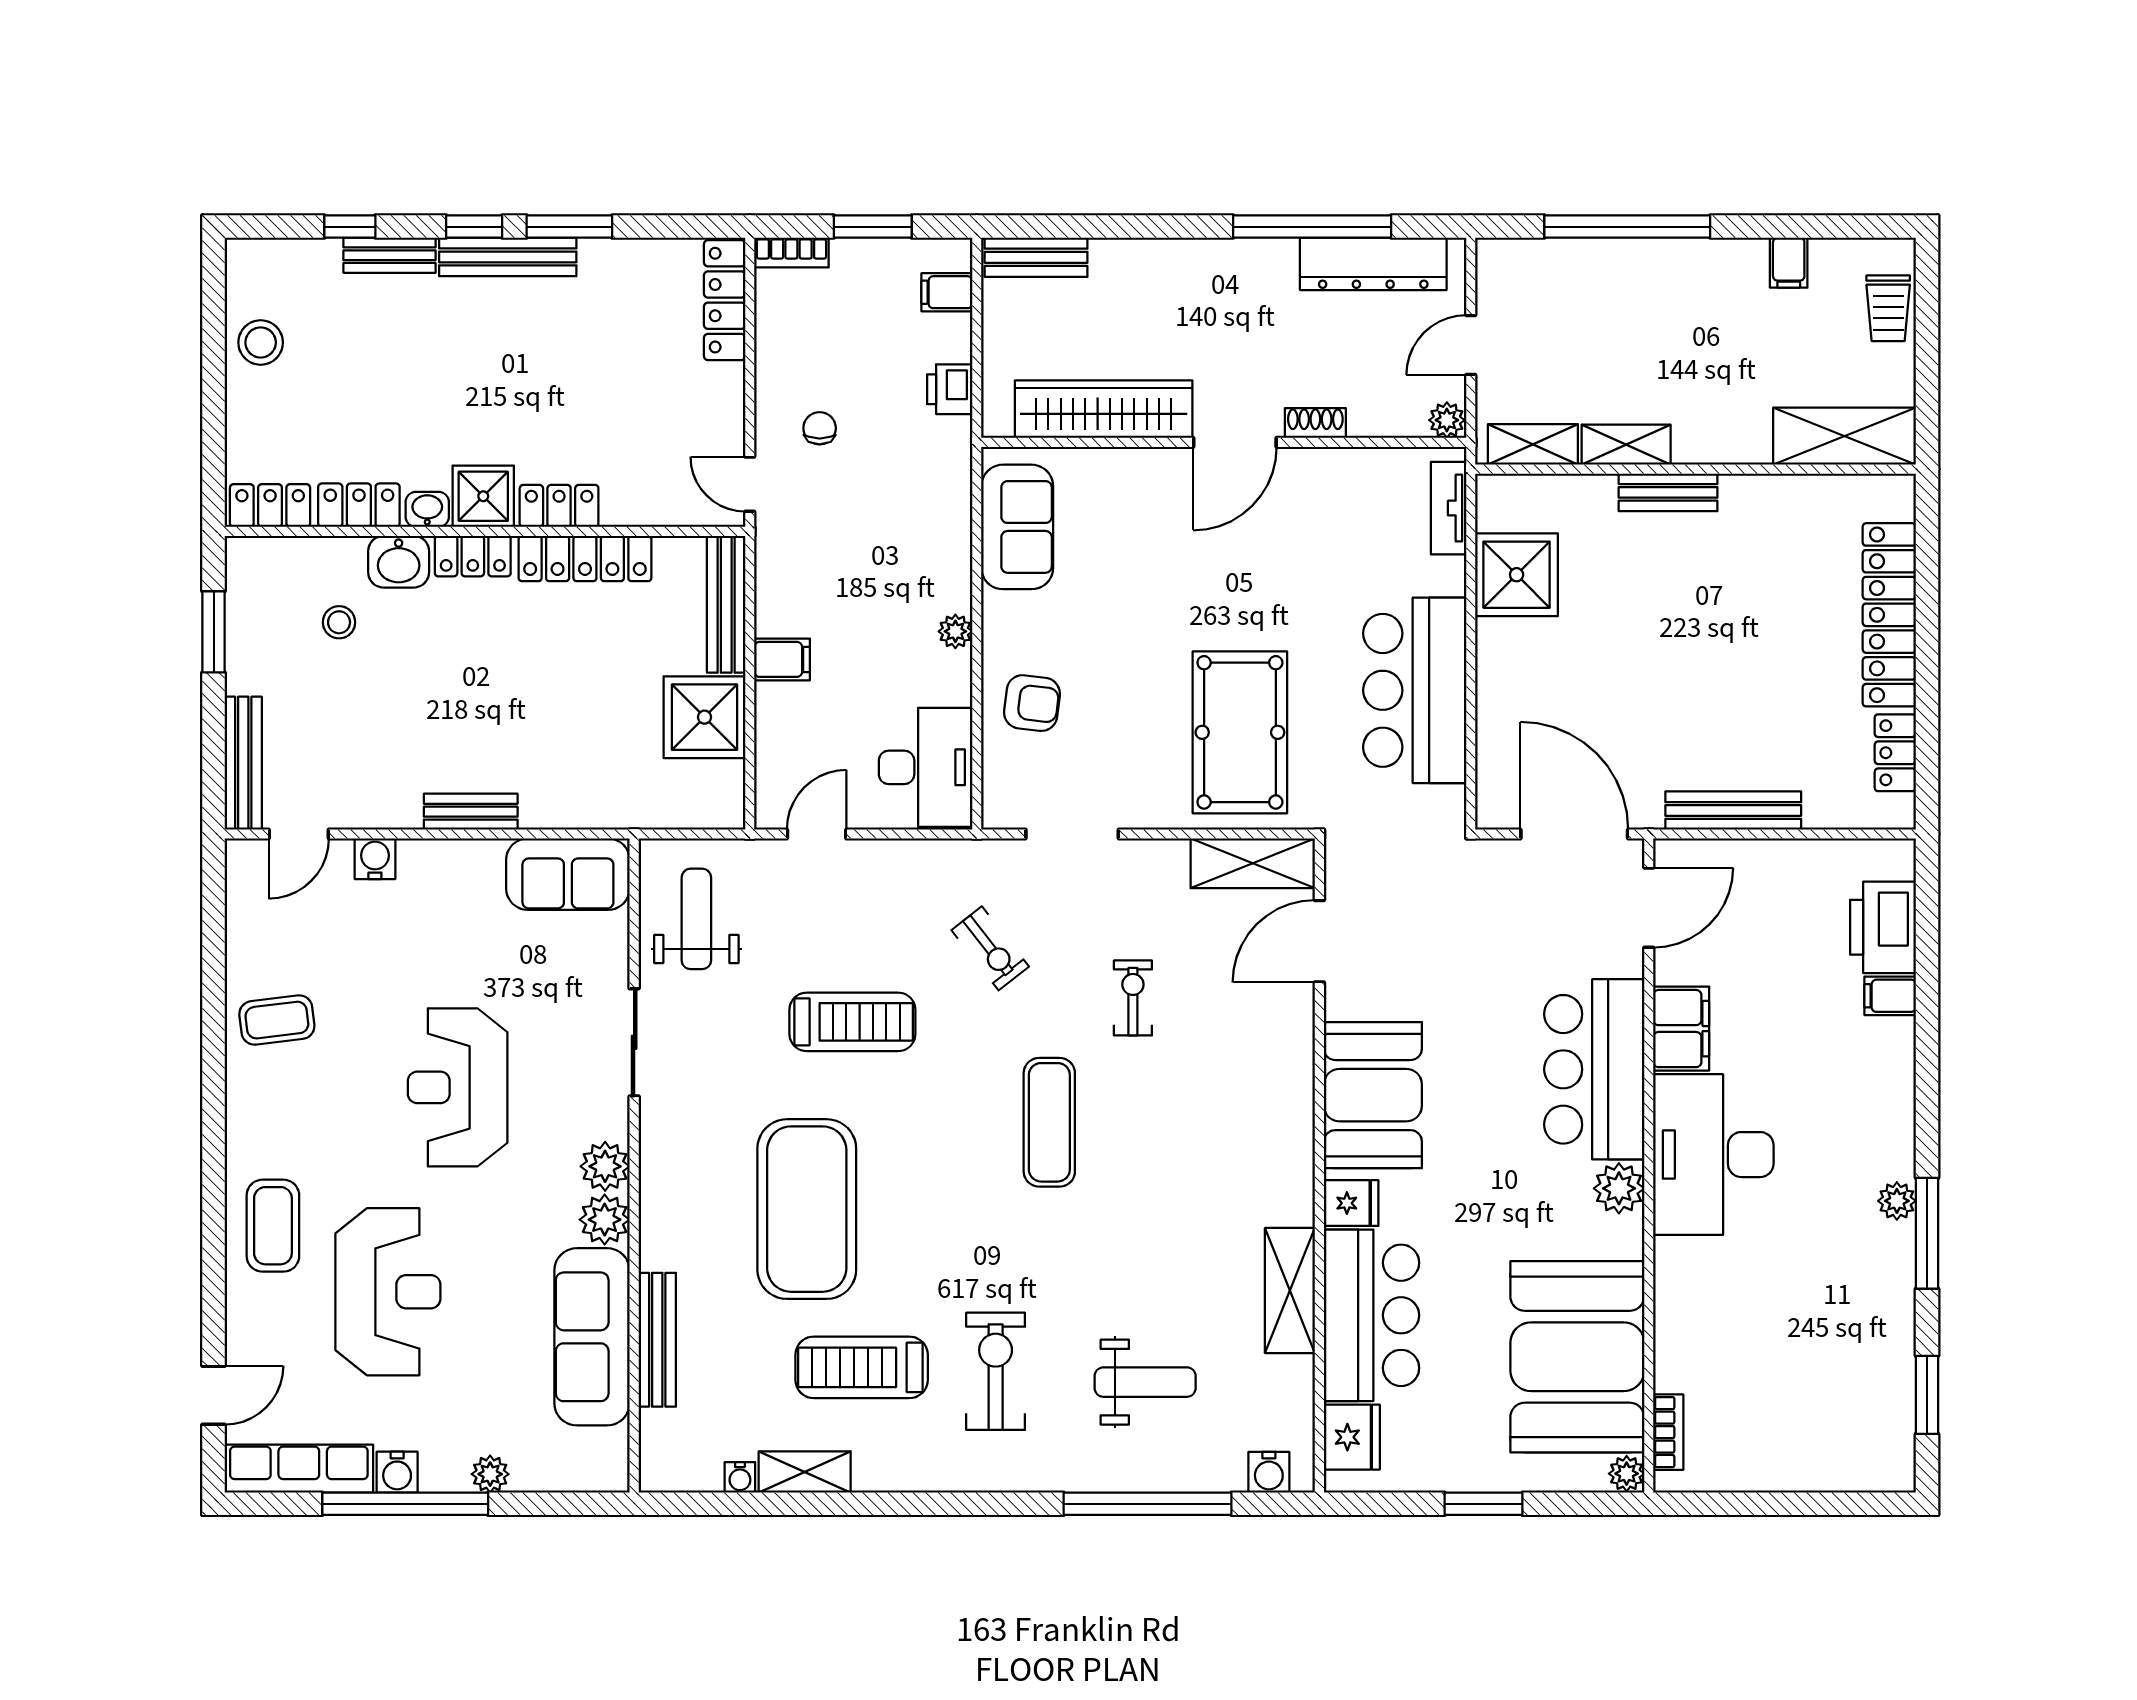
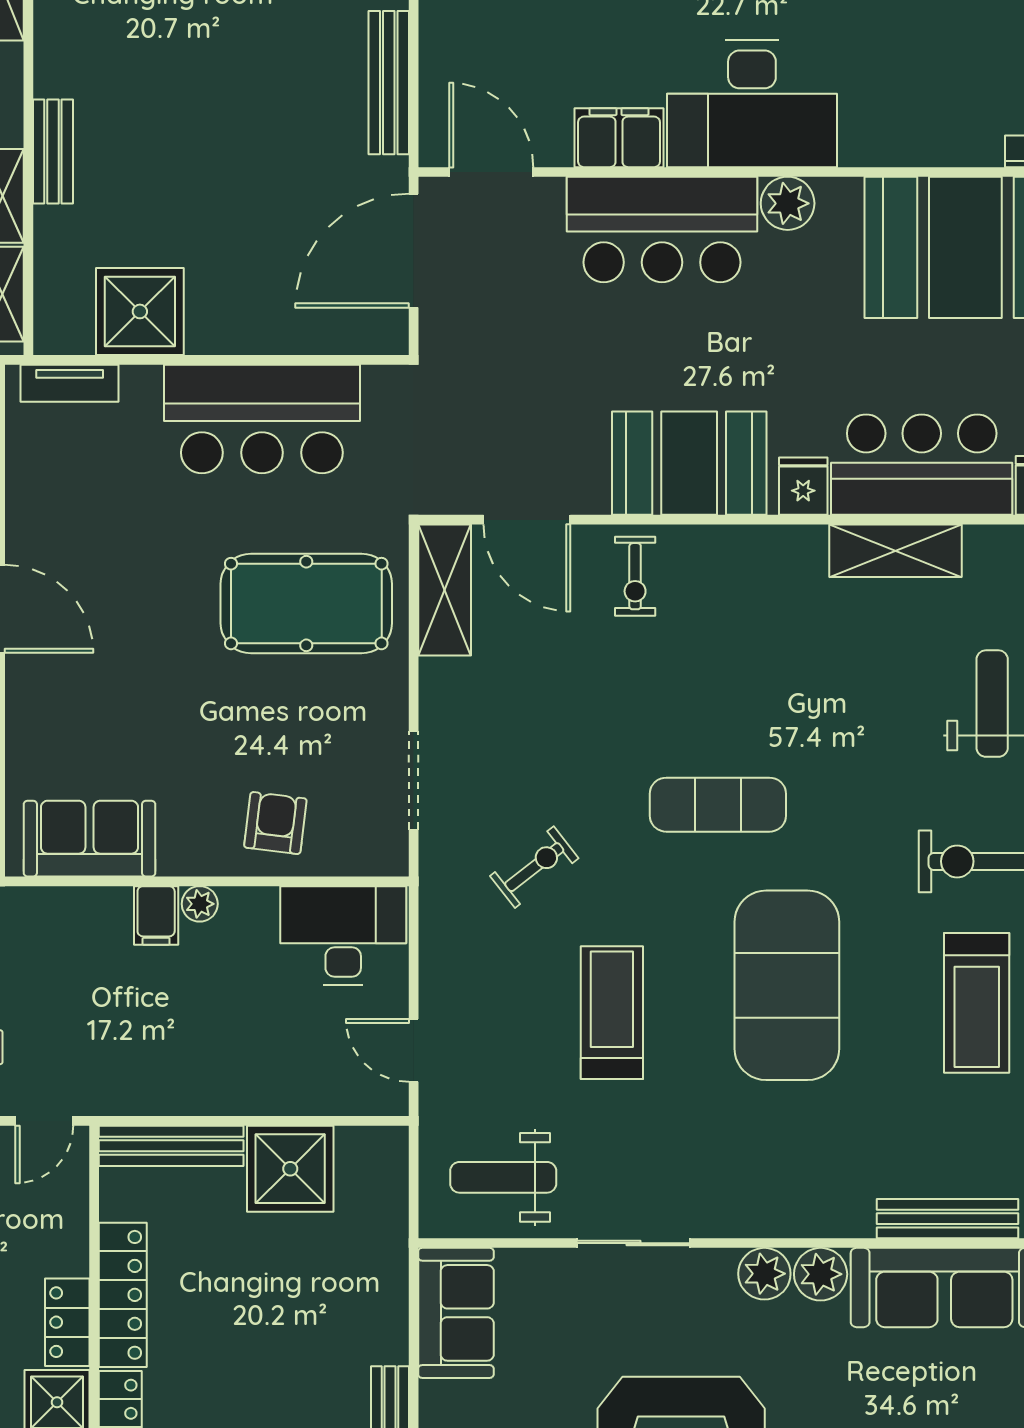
filing cabinet: (782, 659) -> (156, 915), moved, turned 180
exercise bike: (1133, 998) -> (635, 576), moved, turned -90
exercise mat: (807, 1209) -> (787, 985), moved, turned 90

